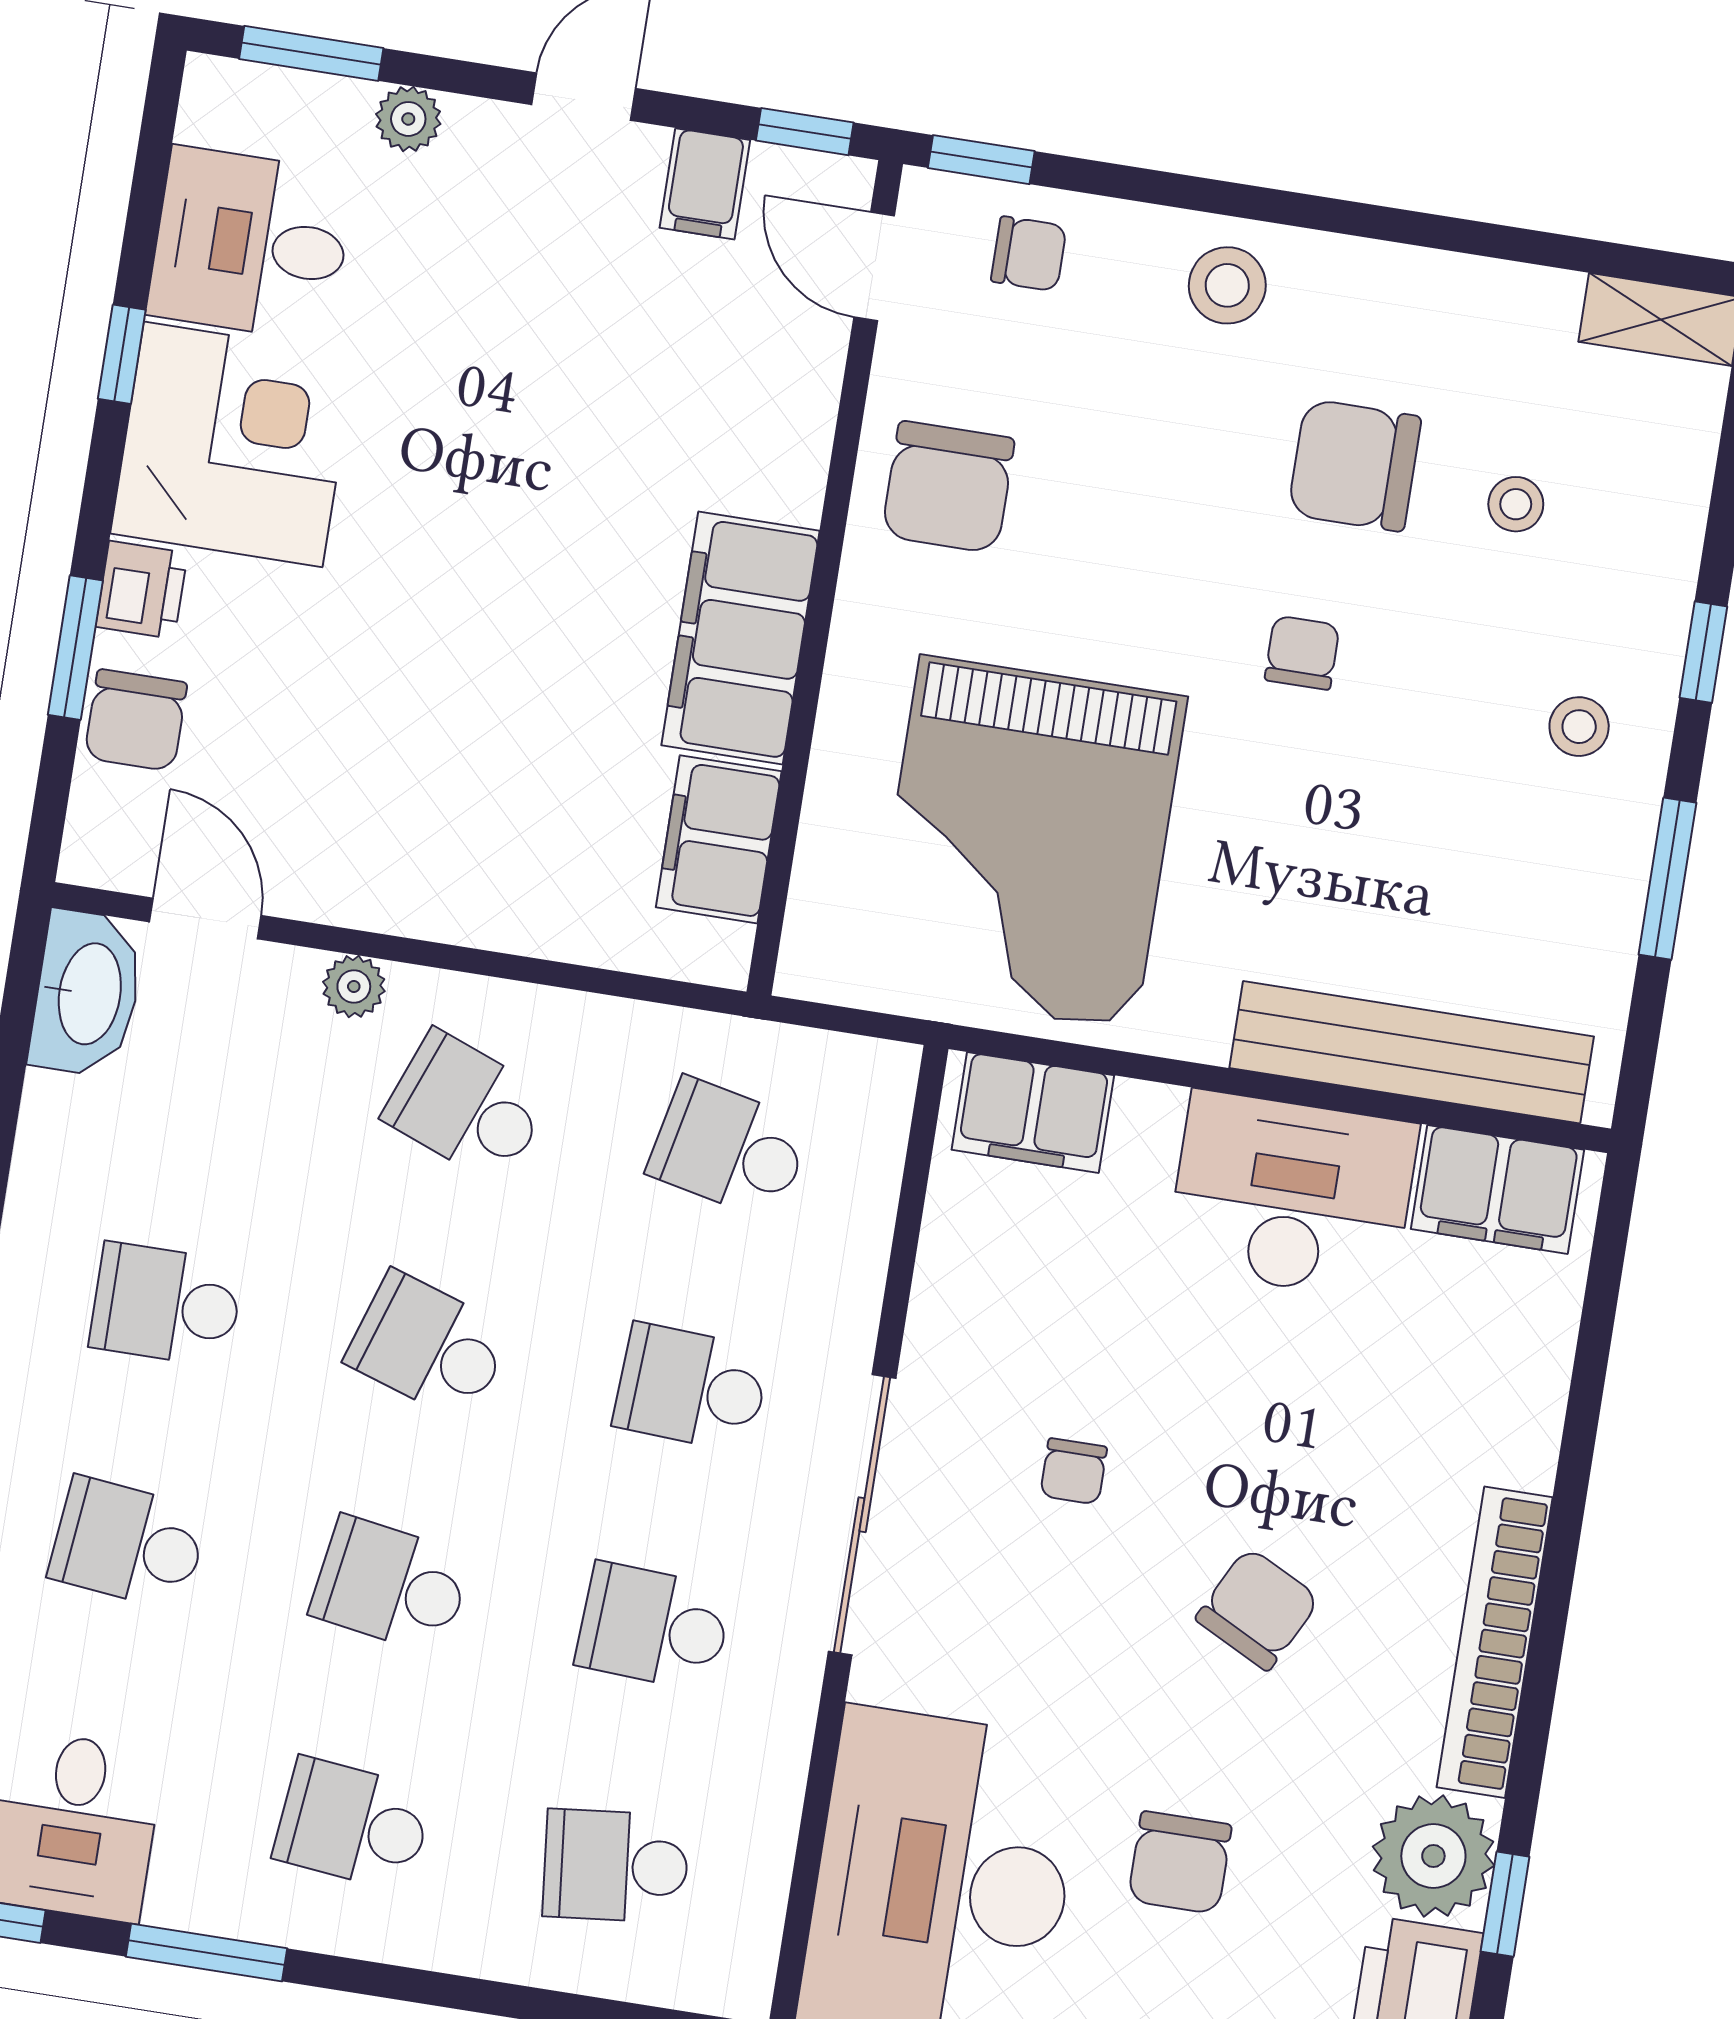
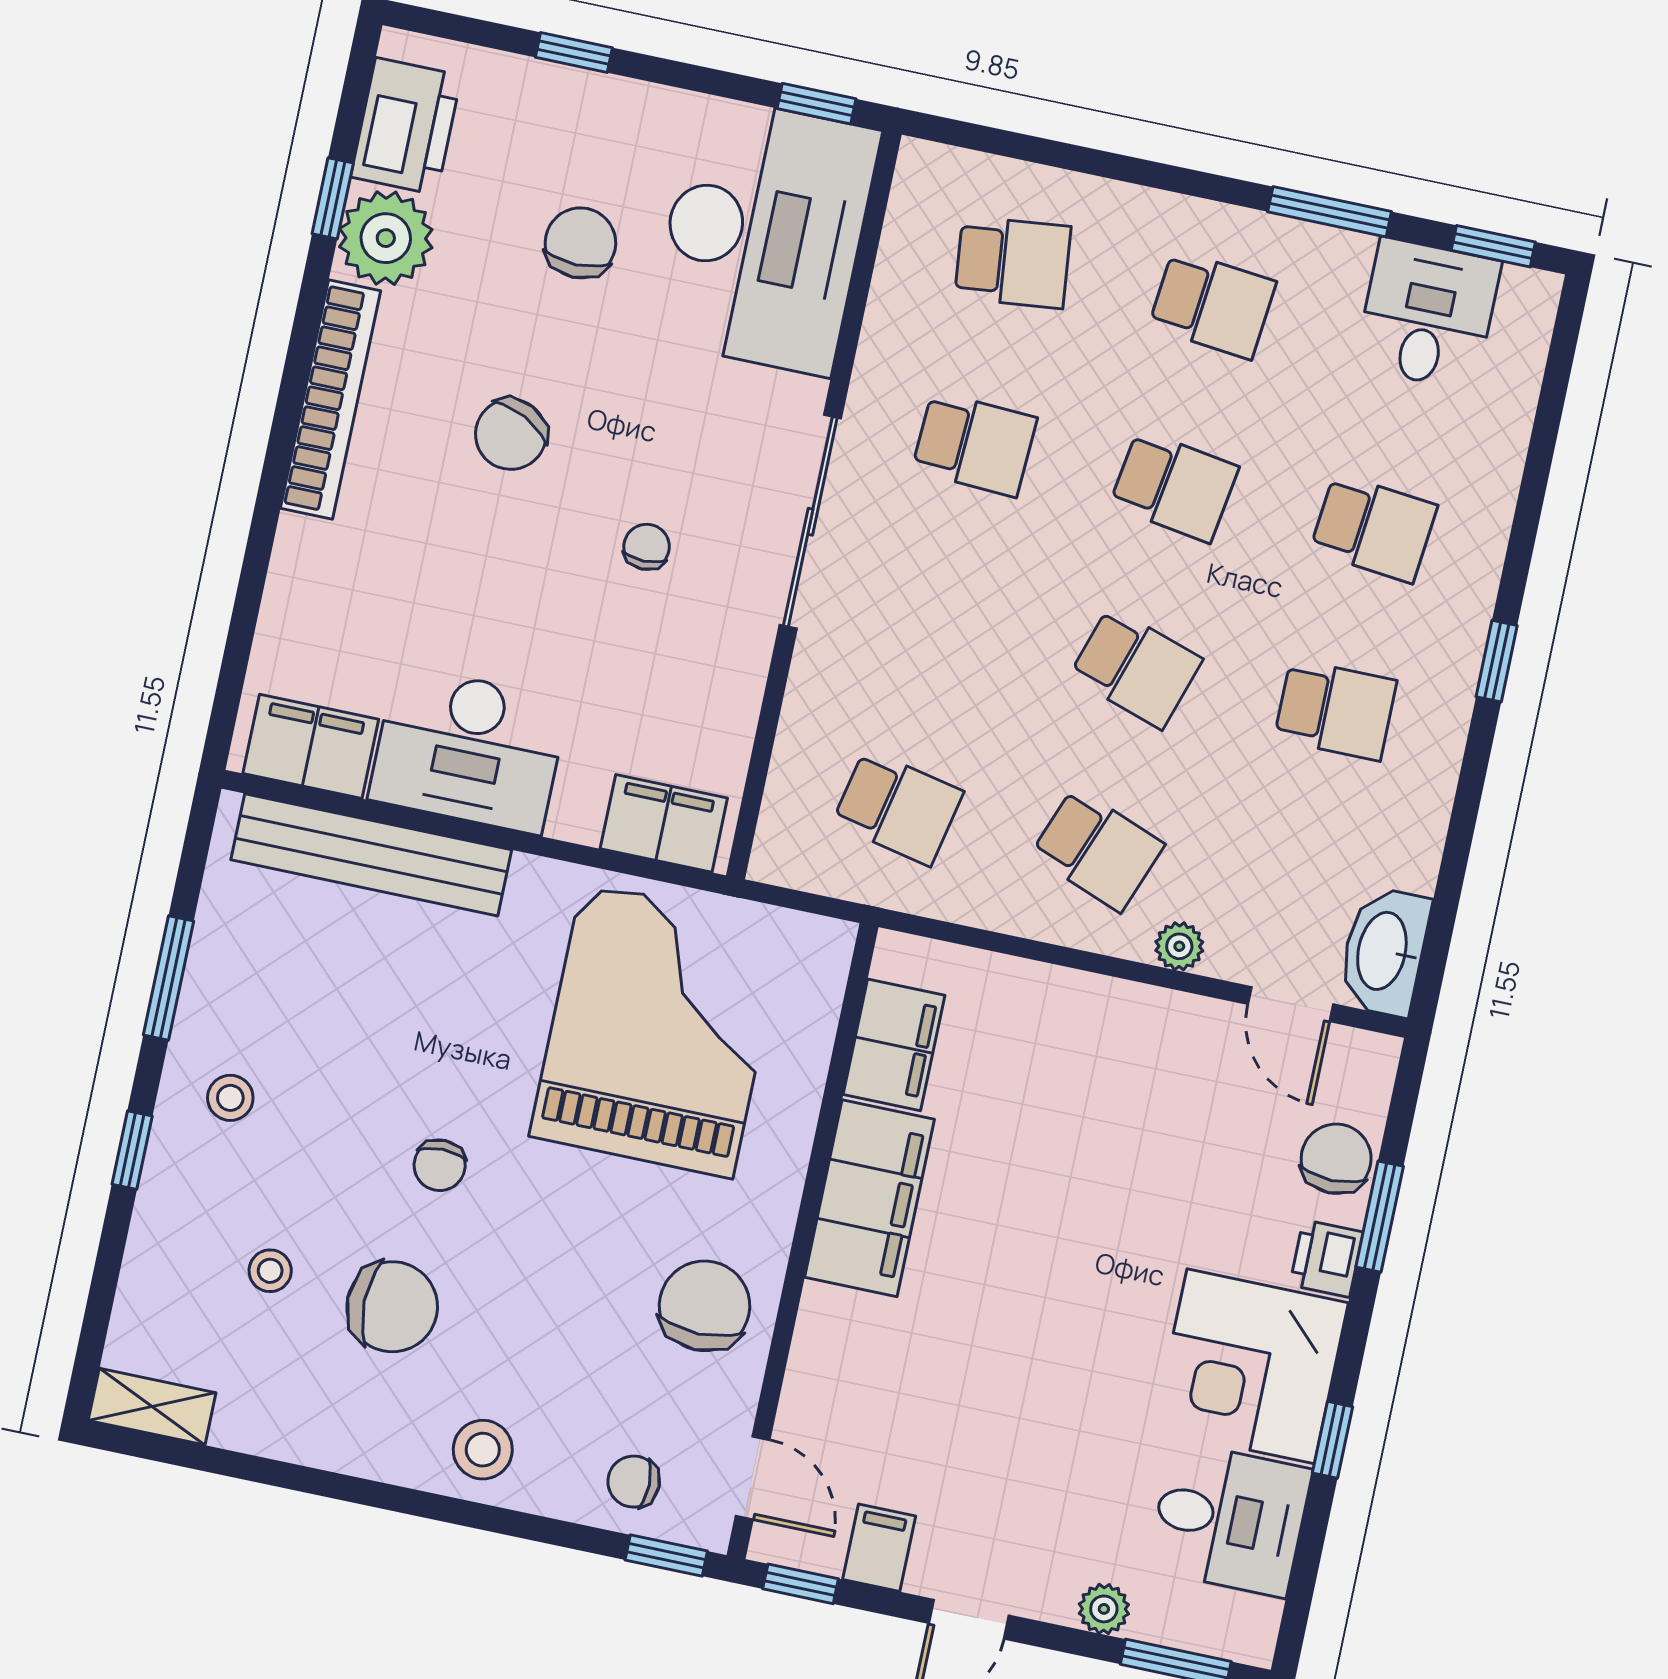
school desk: (691, 1388) -> (936, 626), removed

